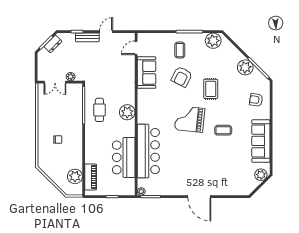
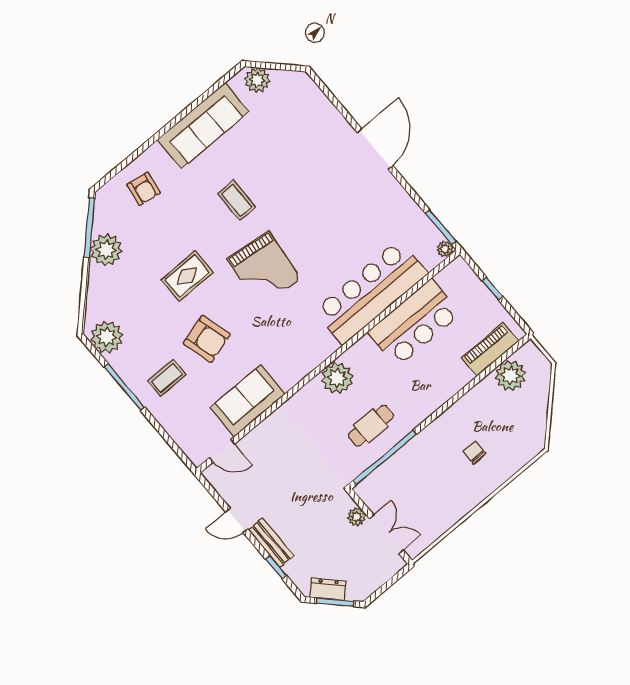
armchair: (182, 77) -> (207, 339), turned 47

